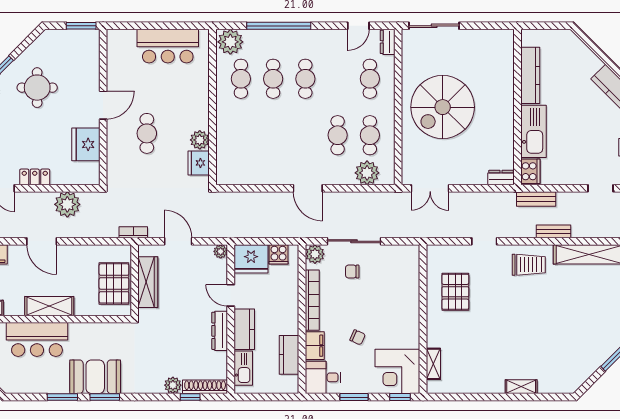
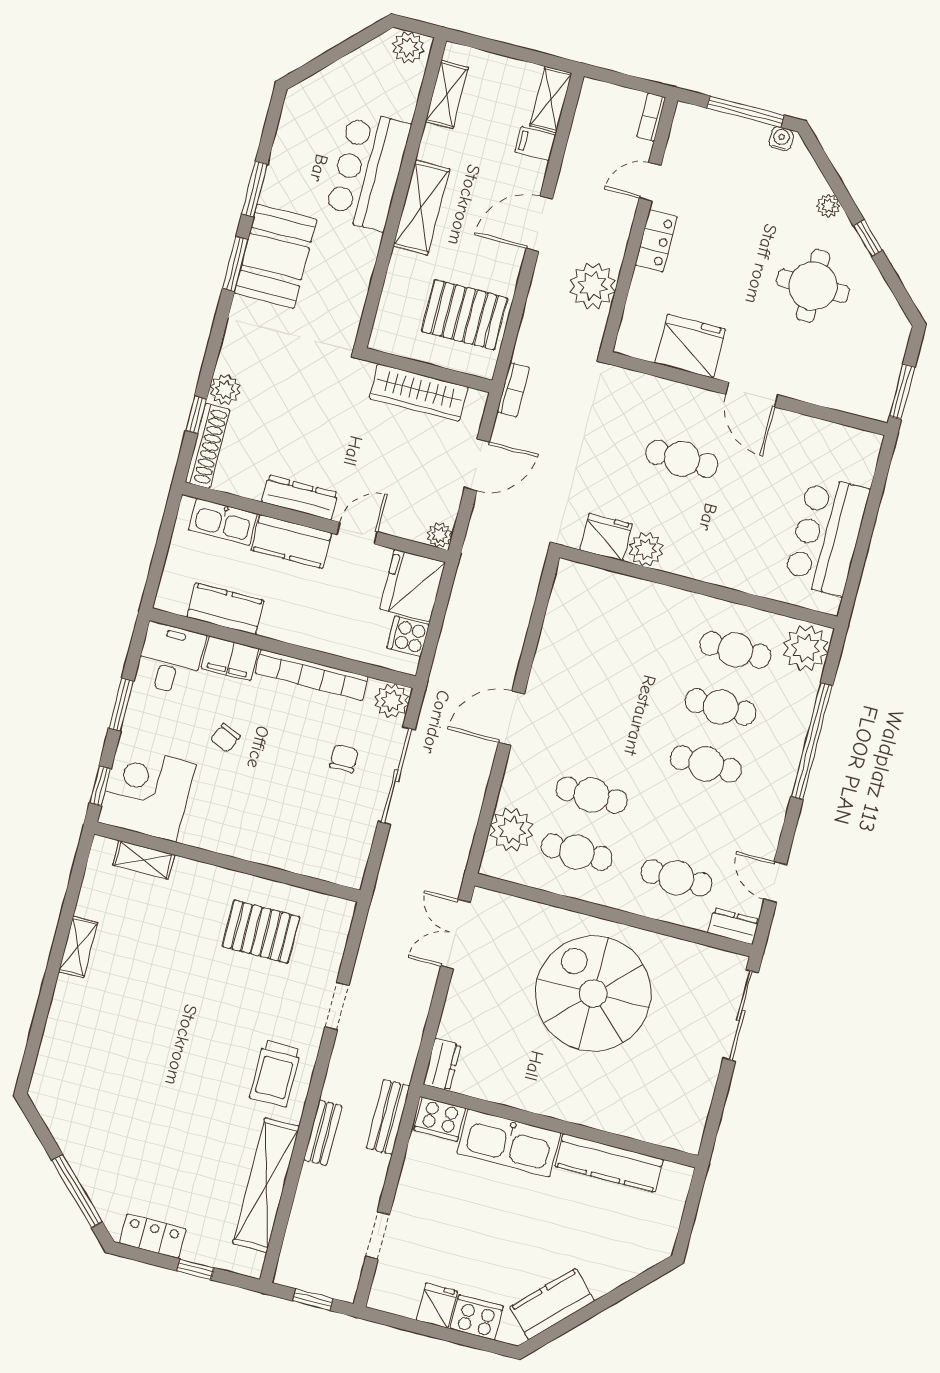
pallet: (114, 283) -> (464, 315), moved
shelving: (521, 387) -> (78, 947), moved

